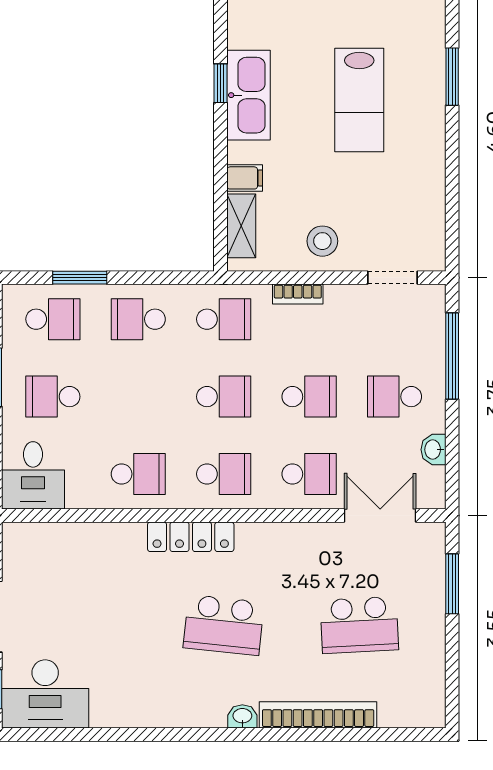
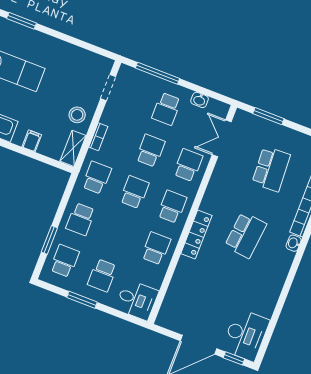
shelving: (241, 226) -> (73, 148), moved, turned 90

